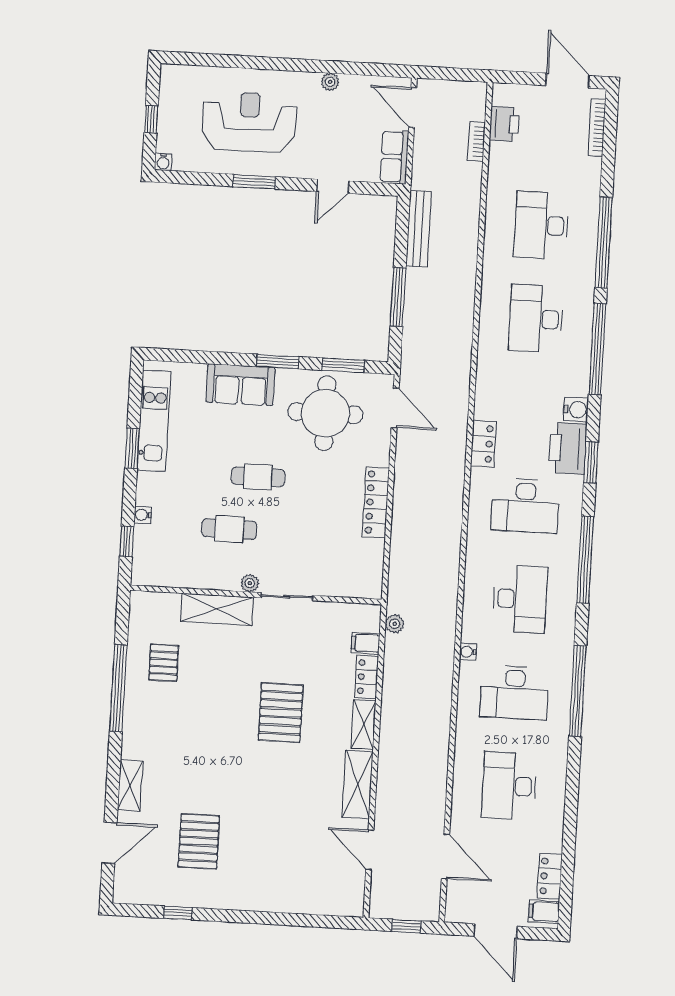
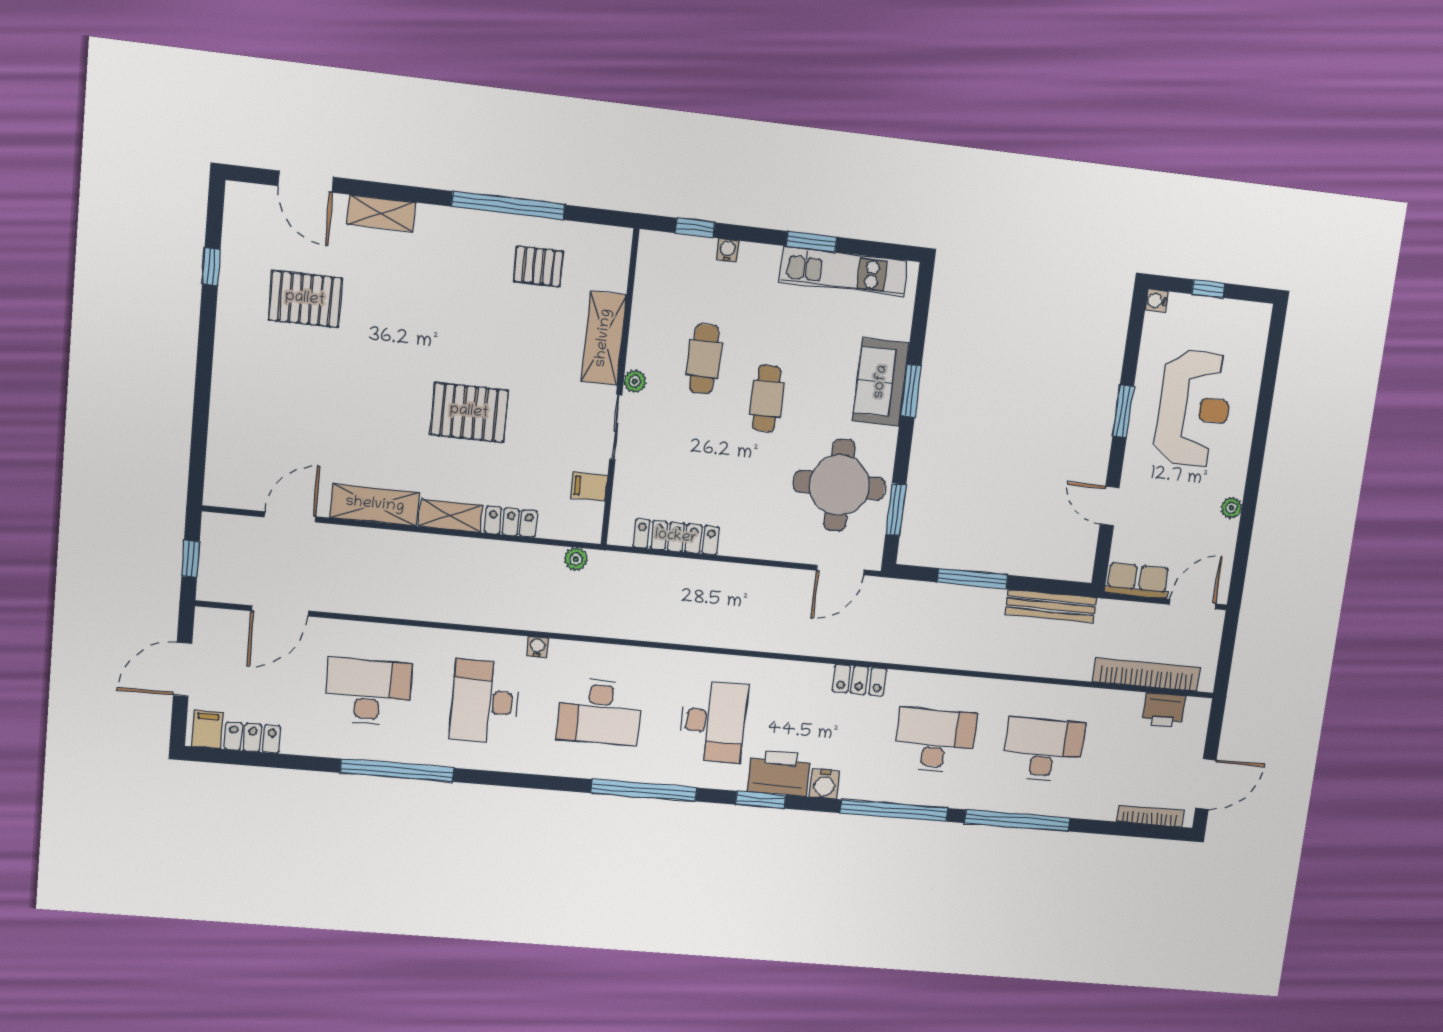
bookcase: (477, 142) -> (1147, 675), width x2.31, depth x1.31
window: (278, 362) -> (911, 391), moved
locker: (483, 444) -> (859, 680), moved
locker: (376, 502) -> (676, 537), moved
desk: (525, 506) -> (713, 721), turned 180
filing cabinet: (365, 643) -> (589, 487), moved, turned -90
window: (578, 691) -> (397, 770), moved

